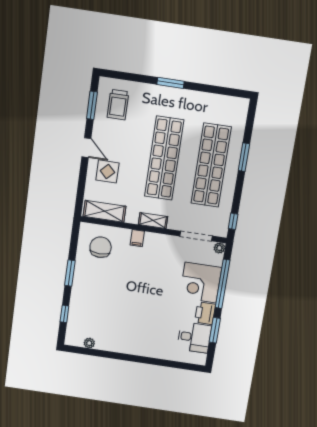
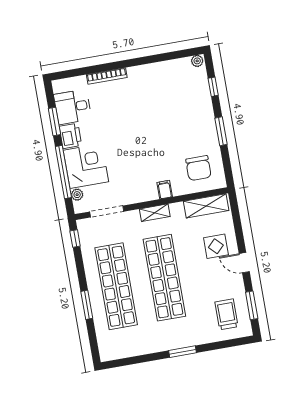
plant: (219, 248) -> (77, 195), moved
plant: (89, 343) -> (197, 61), moved
bookcase: (155, 354) -> (107, 76), added

